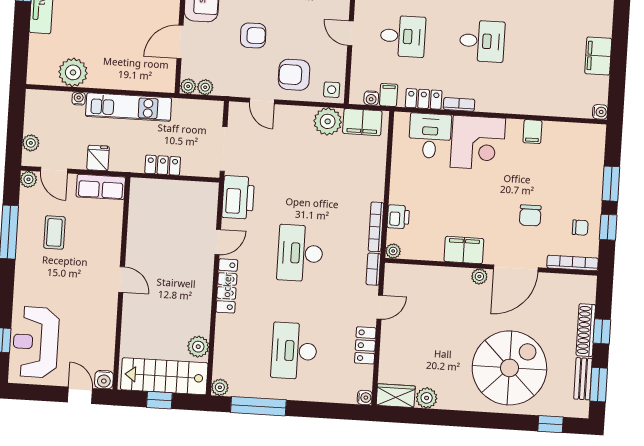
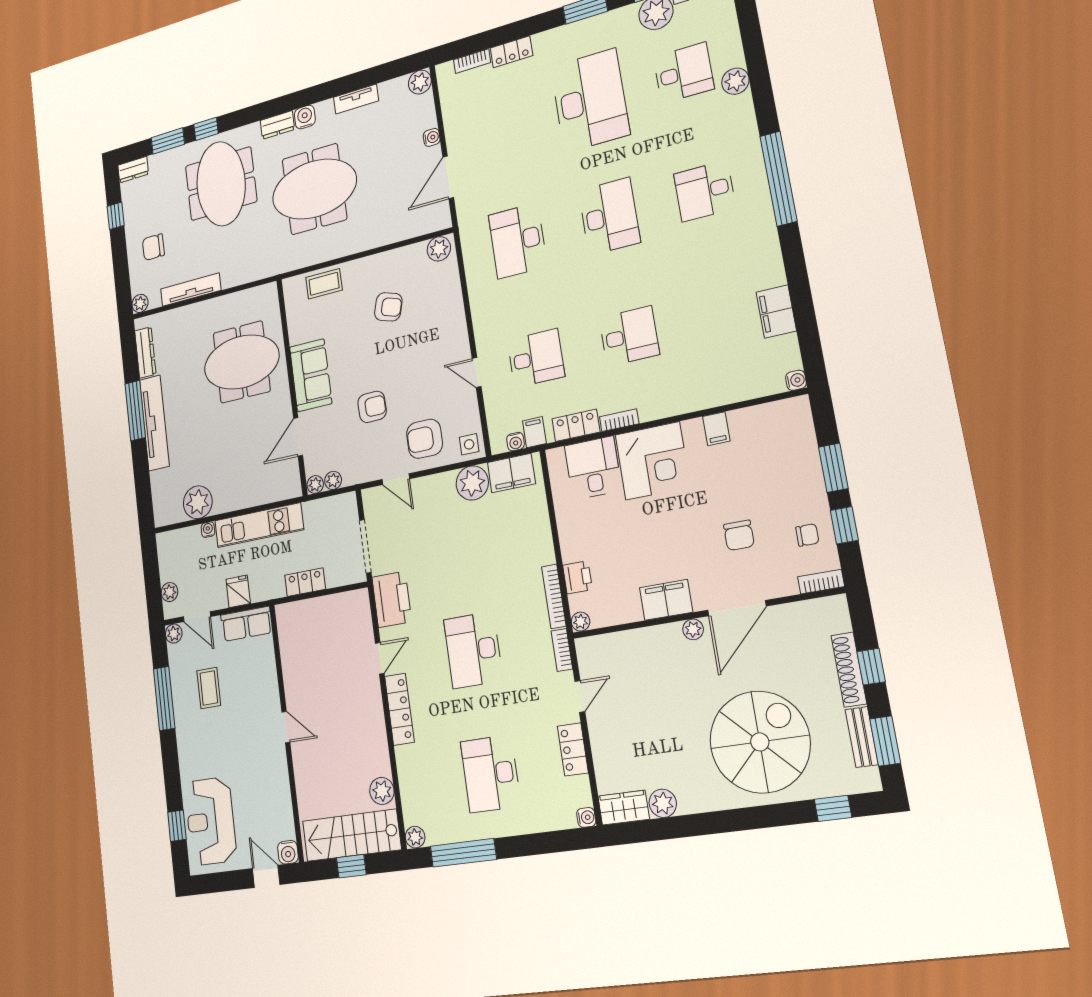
bookcase: (573, 263) -> (821, 582), width x0.64

